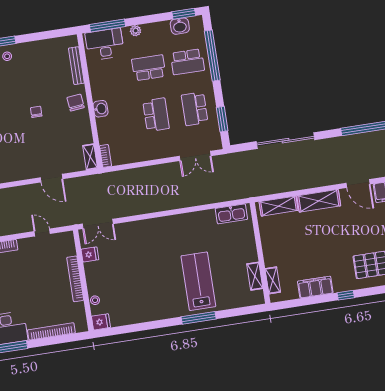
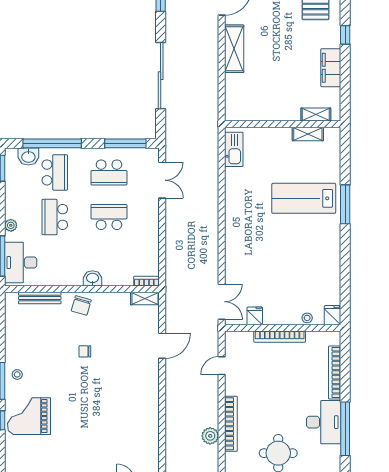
washbasin: (180, 26) -> (28, 157), moved, turned 90
chair: (76, 103) -> (81, 305), turned -68
window: (222, 119) -> (125, 143), width x1.44
shelving: (279, 206) -> (233, 95), removed

